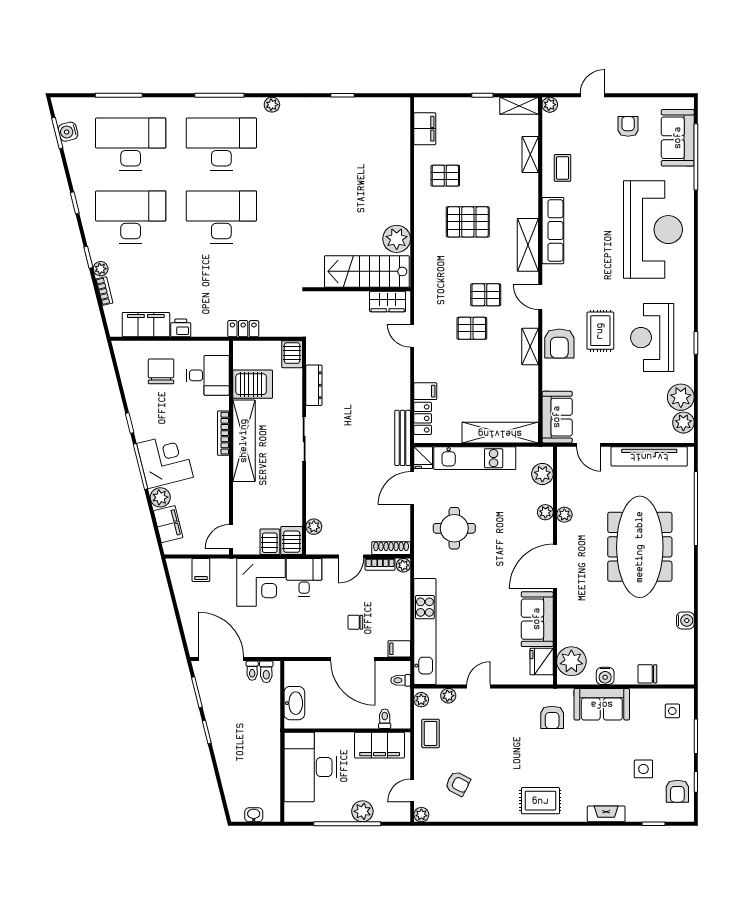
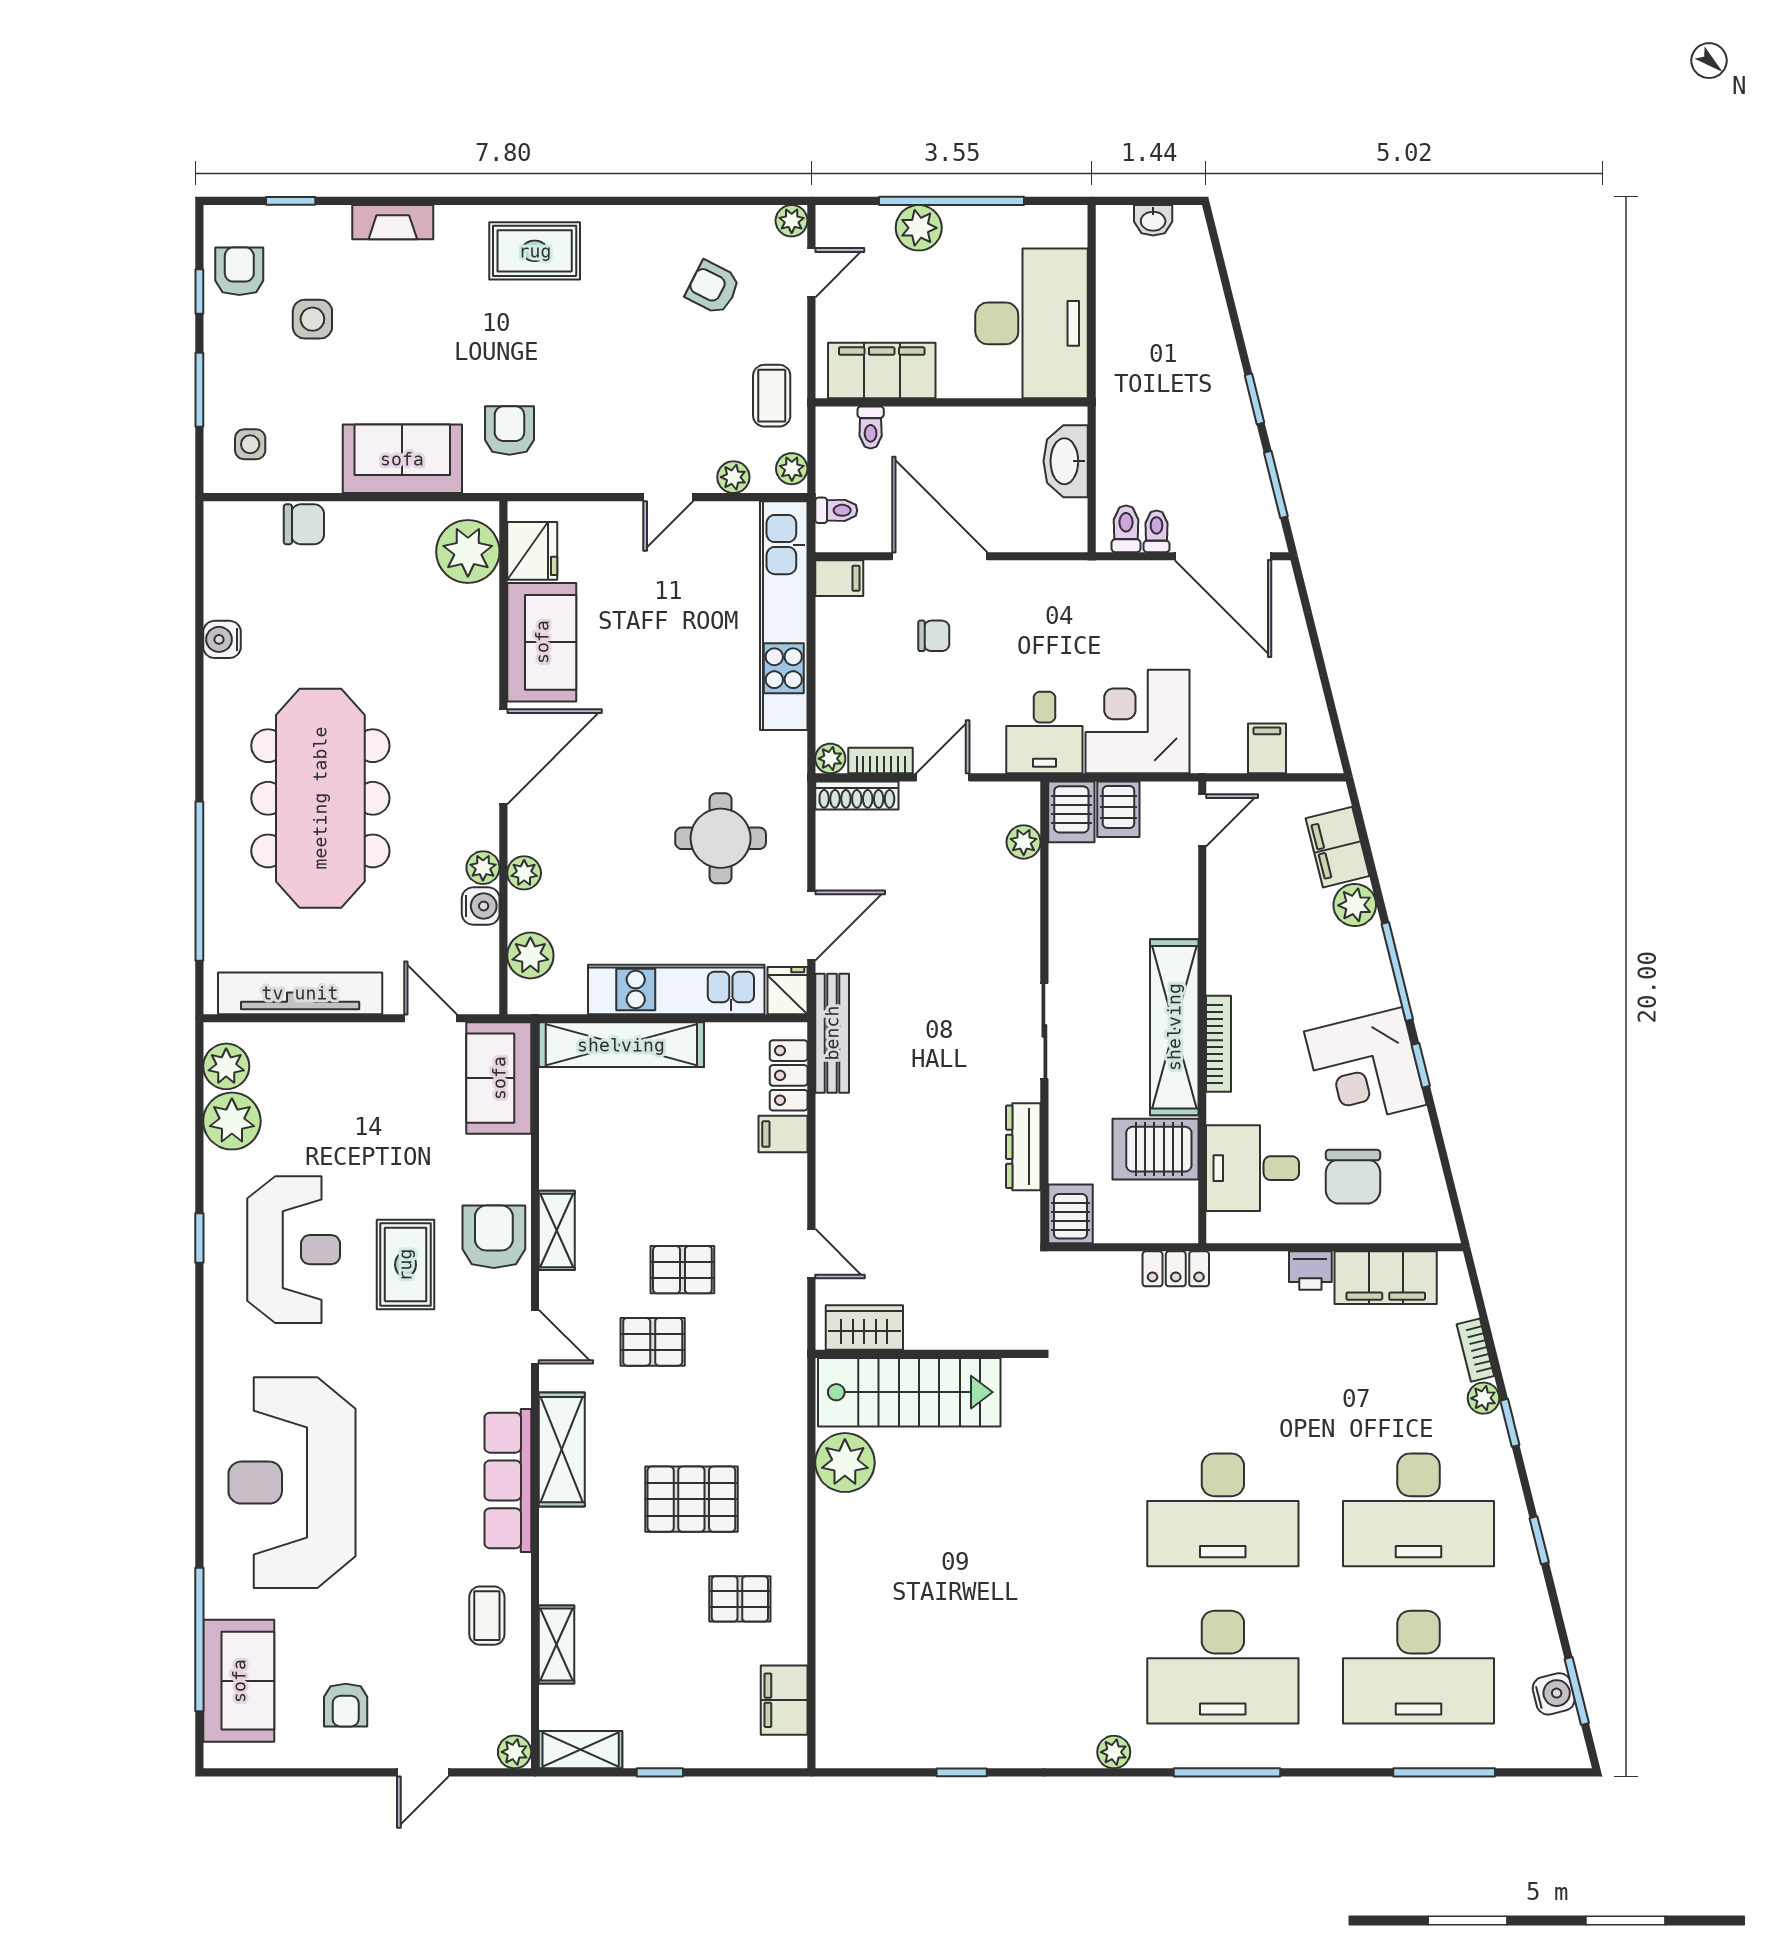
corner desk: (165, 460) -> (1365, 1068), moved
water cooler: (605, 676) -> (481, 906), moved, turned 90

